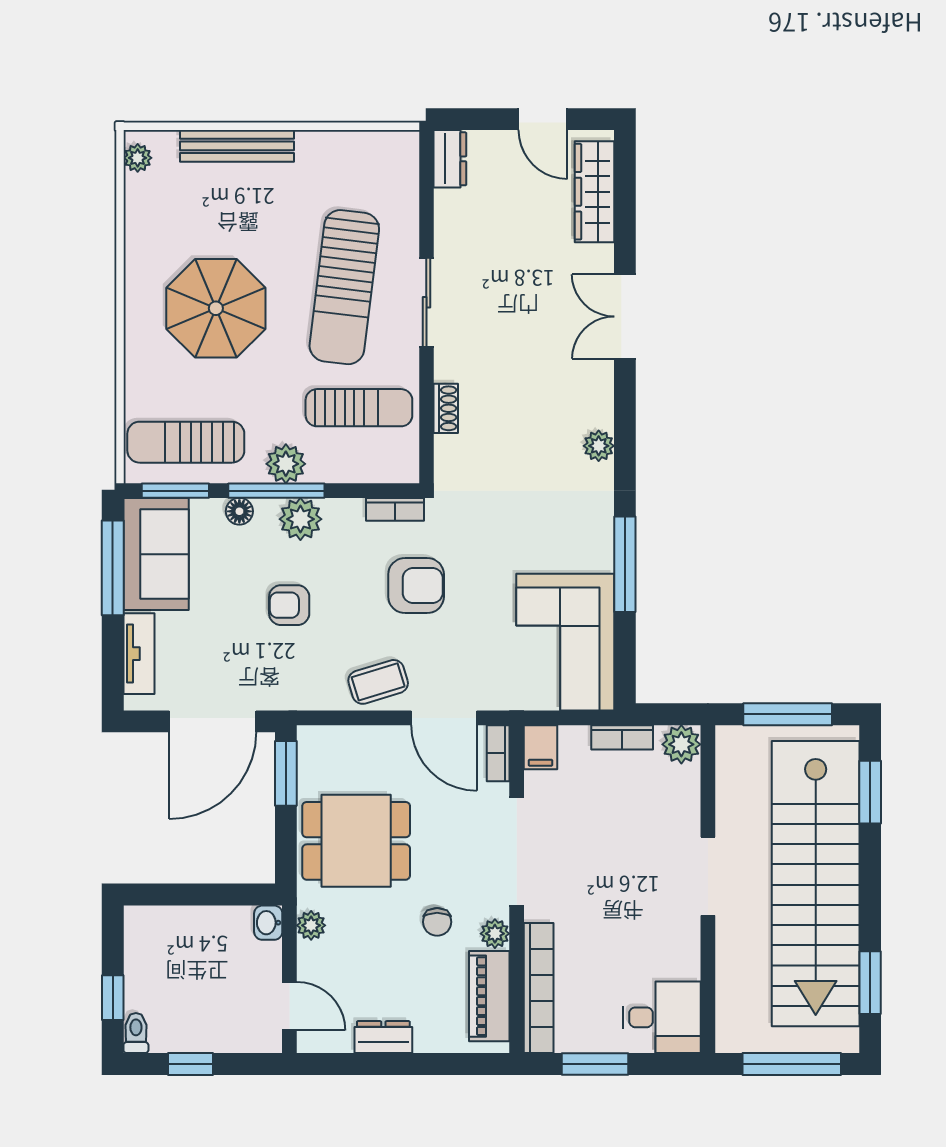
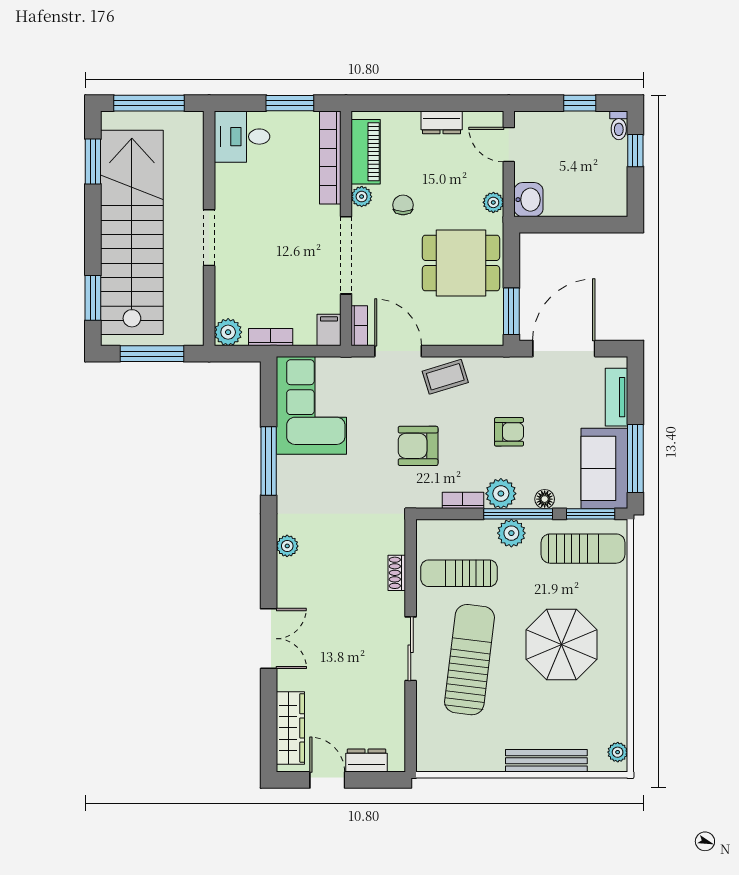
dresser: (450, 159) -> (367, 761), moved, turned 90
bookcase: (395, 509) -> (463, 500), moved
washbasin: (268, 923) -> (528, 200), width x1.38, depth x1.45

